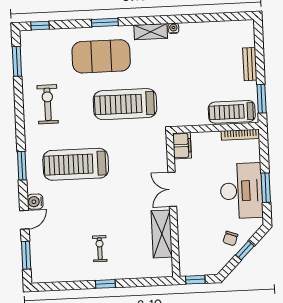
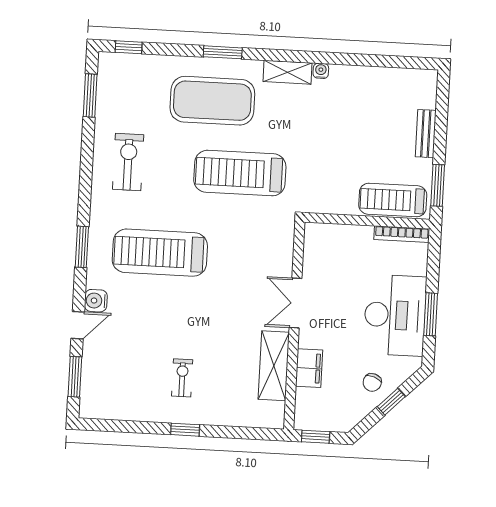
filing cabinet: (182, 146) -> (309, 368), moved

